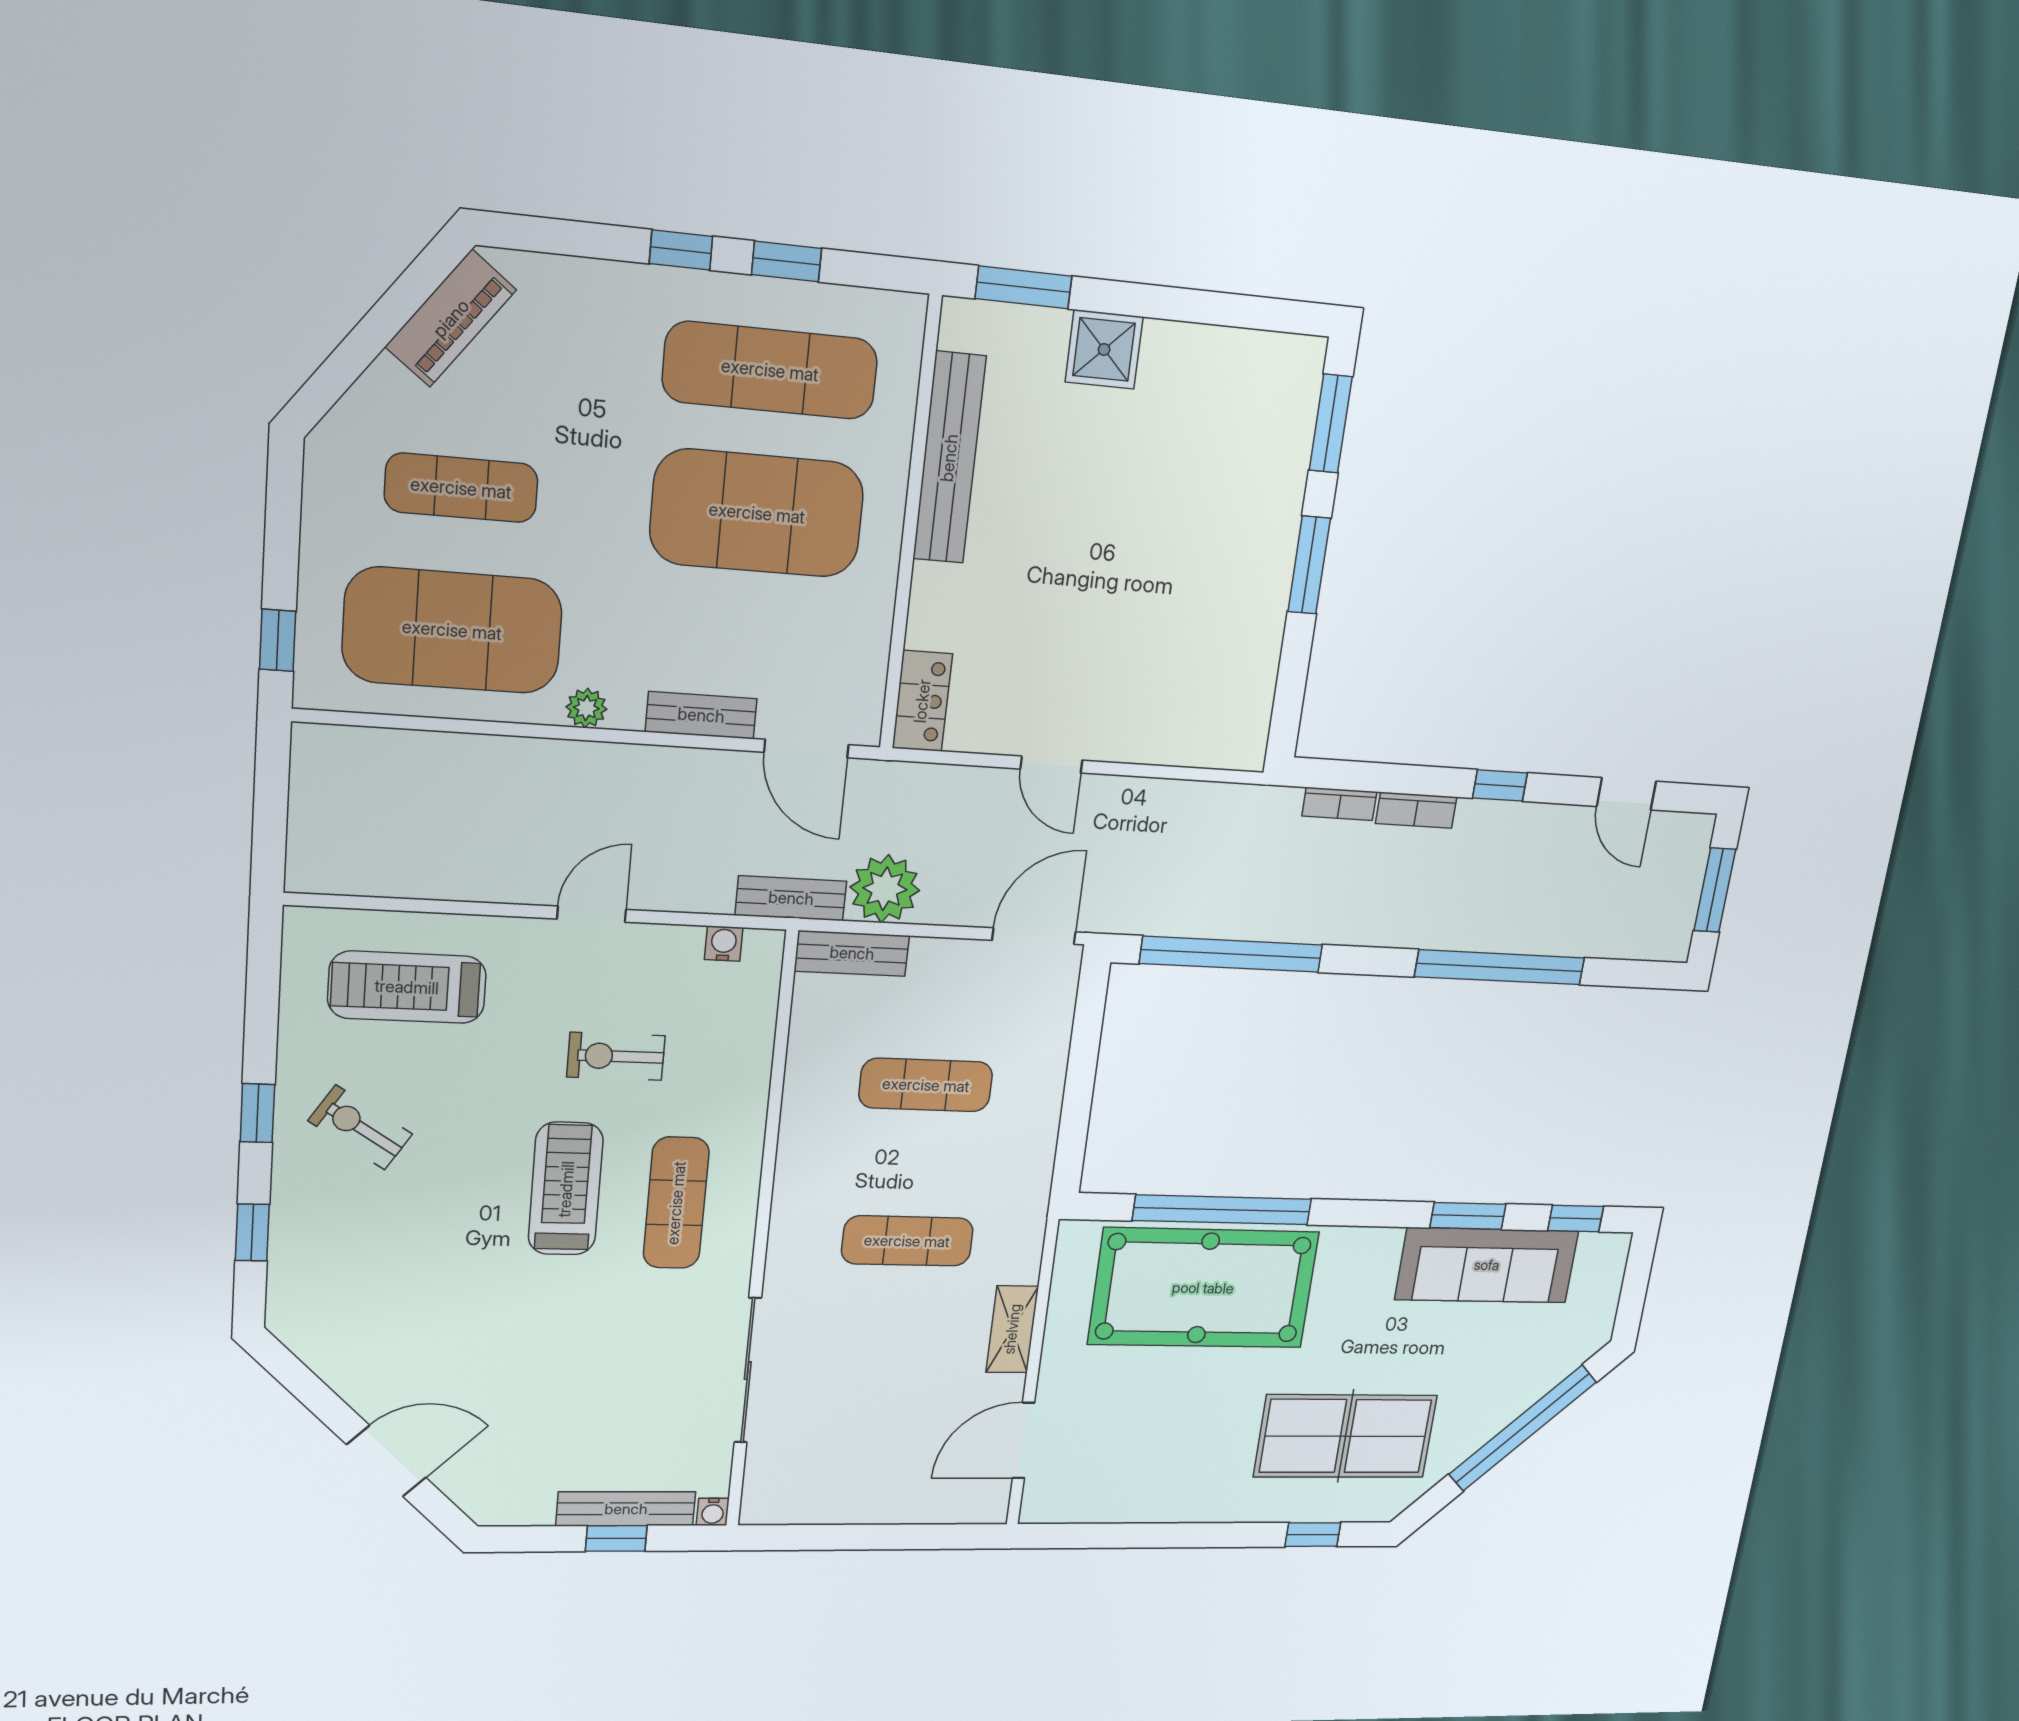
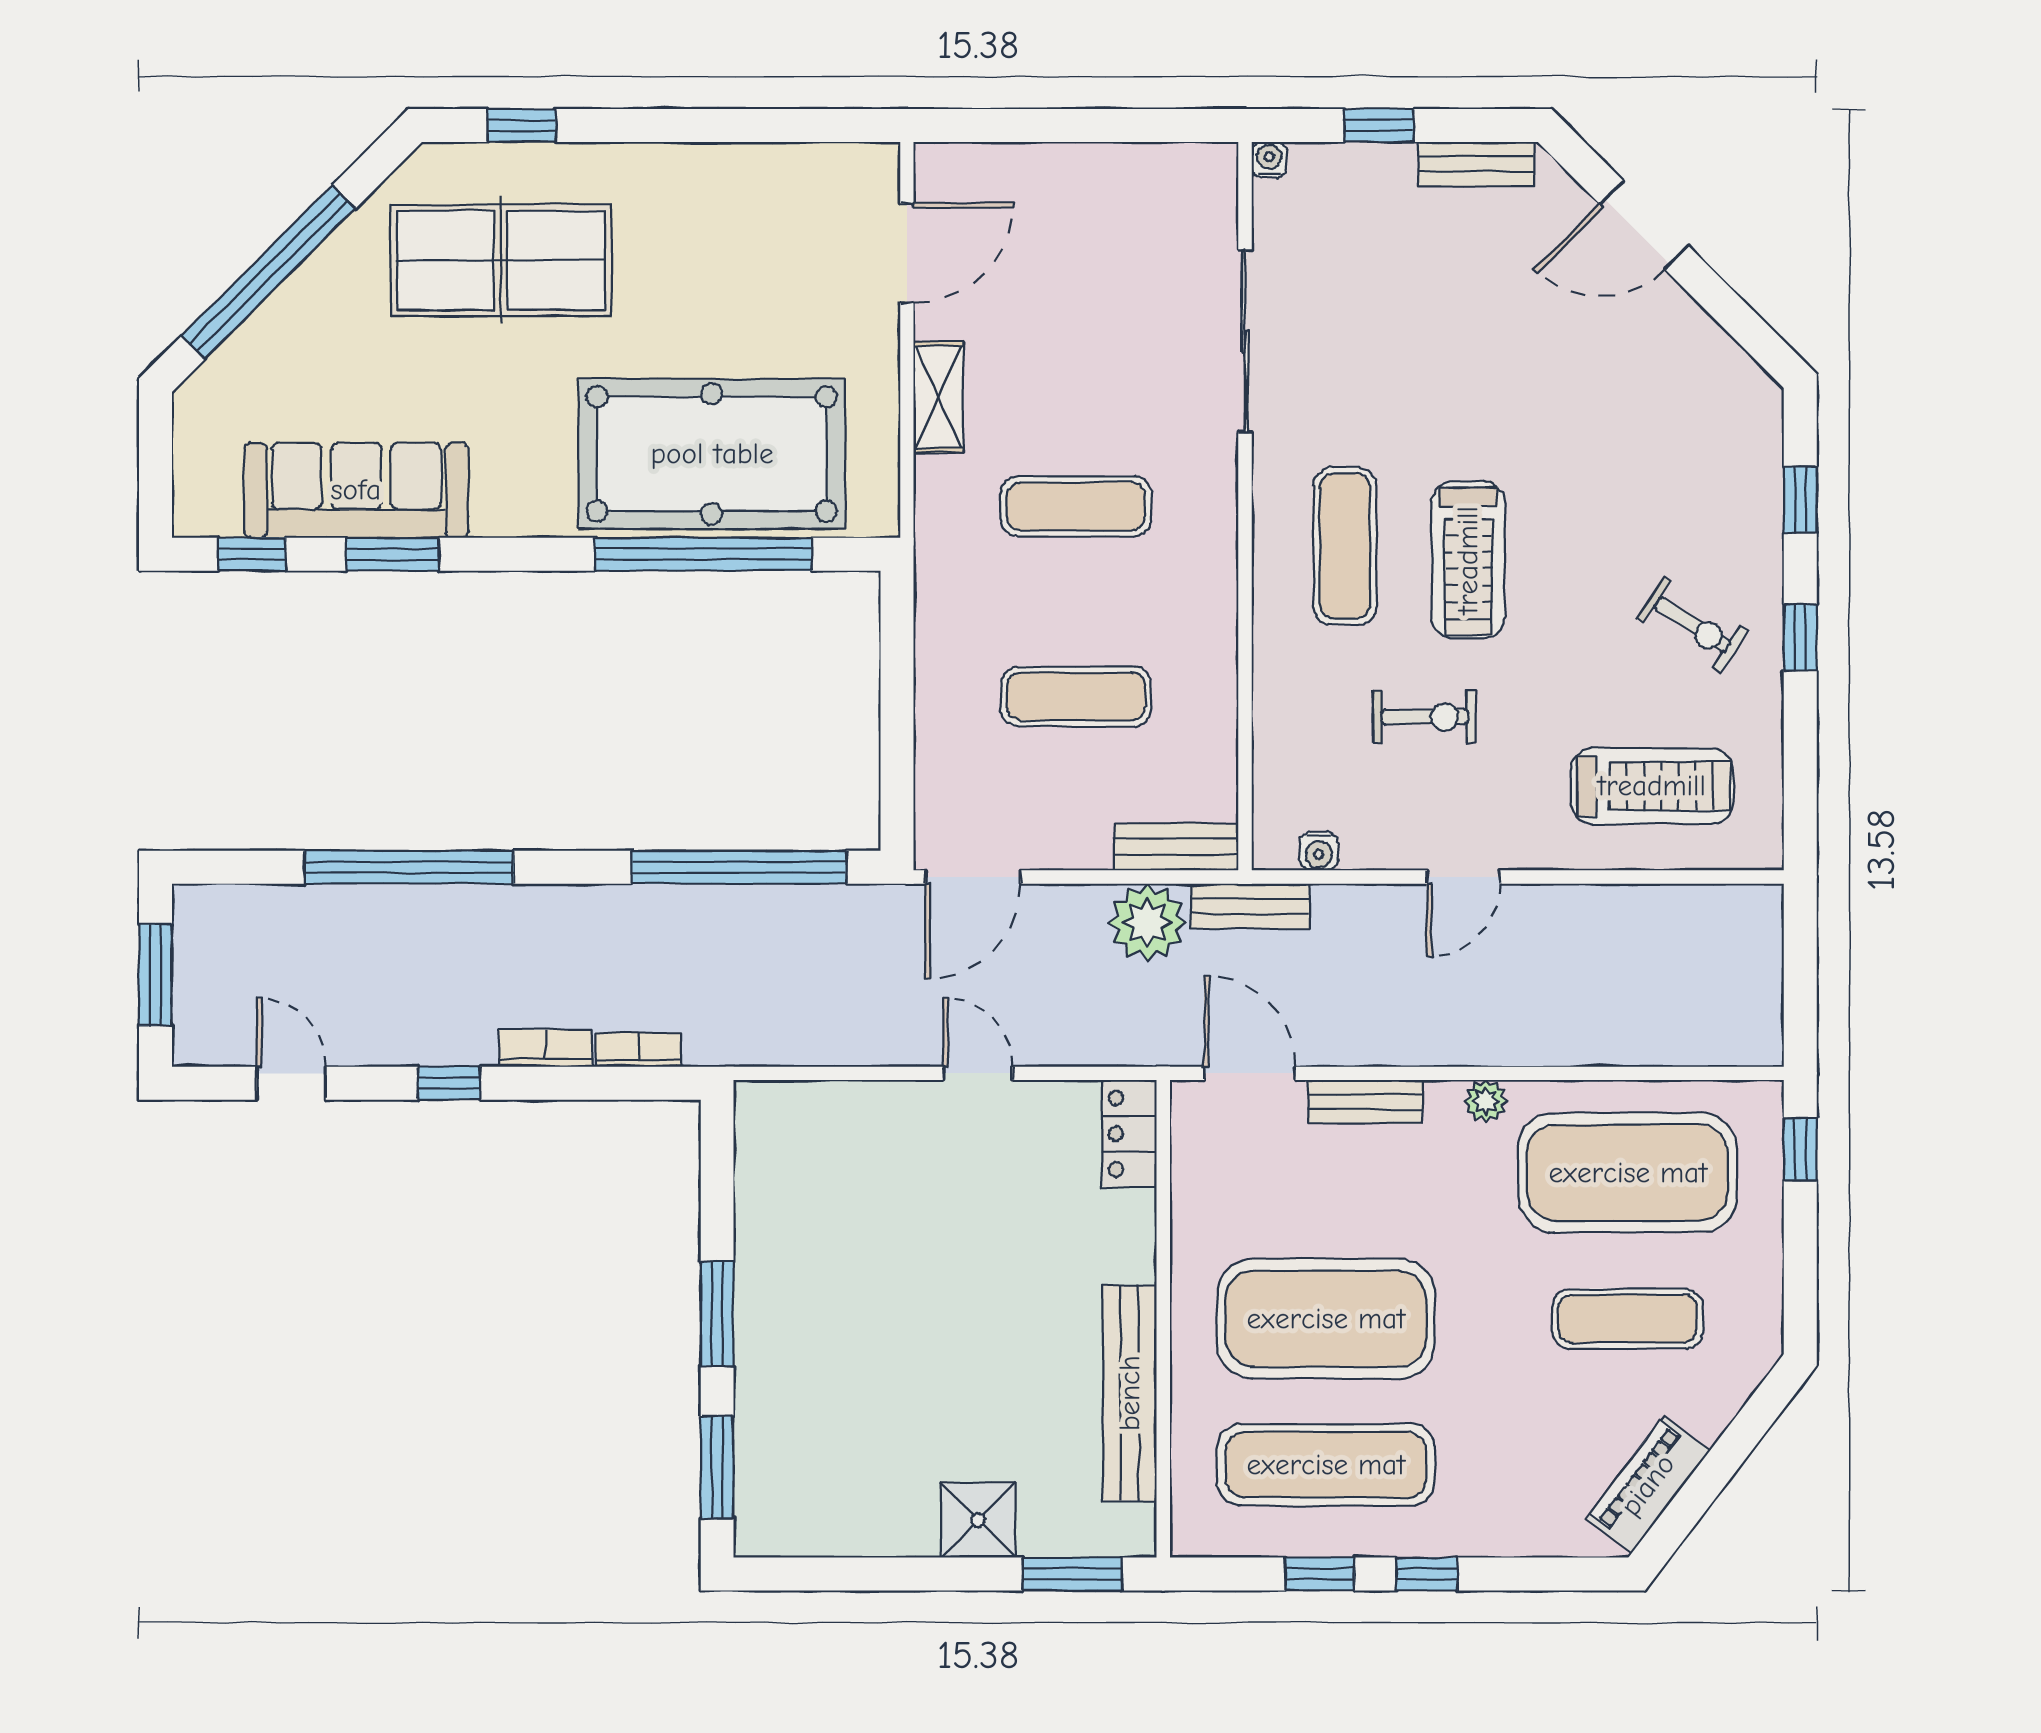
bench: (626, 1509) -> (1476, 164), moved, width x0.73

